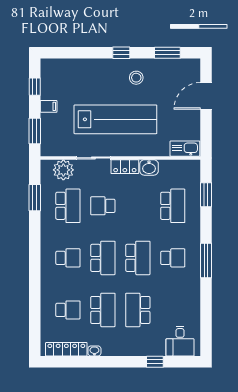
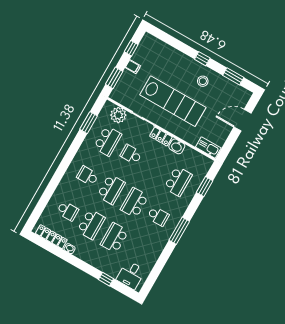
school desk: (68, 258) -> (88, 176), turned 180
school desk: (138, 258) -> (135, 203), turned 180

